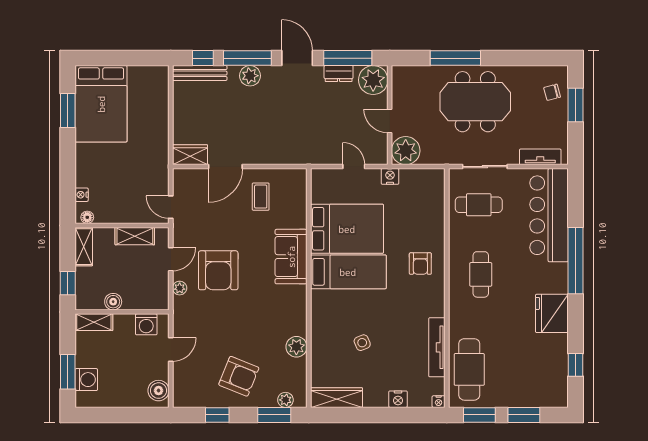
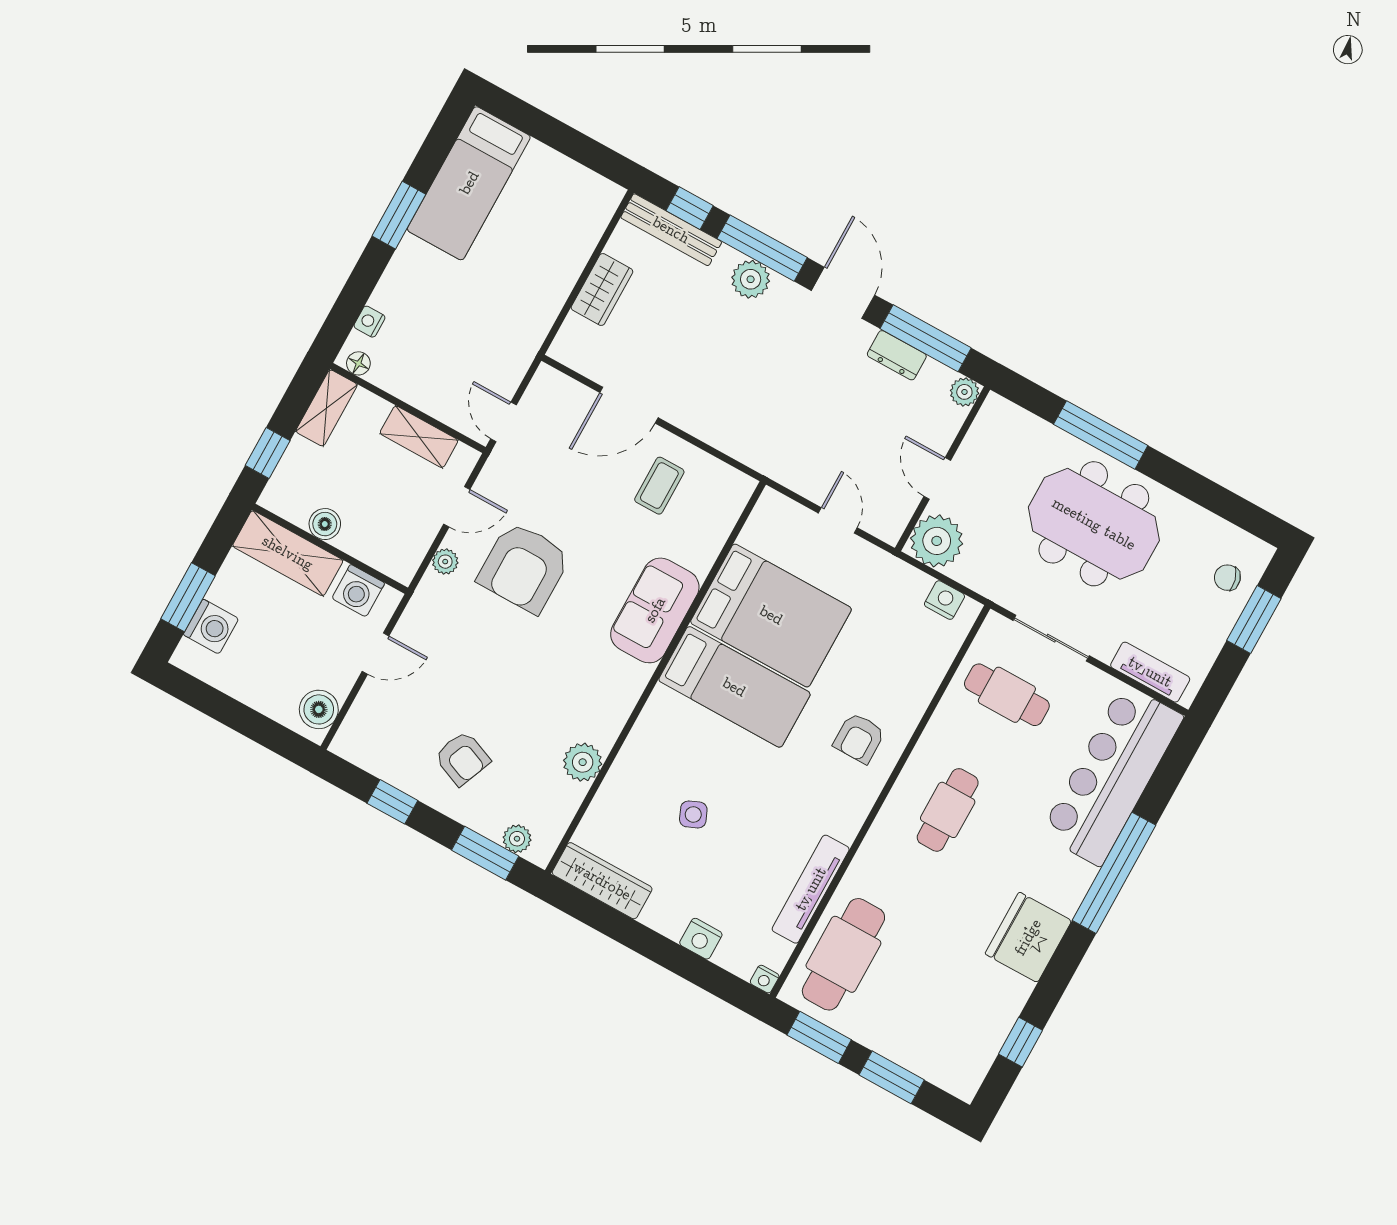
plant: (373, 80) -> (964, 392), width x0.53, depth x0.53
bed: (101, 104) -> (469, 183), width x0.67
window: (68, 111) -> (399, 215), moved
wardrobe: (190, 155) -> (602, 290), moved, turned 90
nightstand: (390, 176) -> (944, 600), moved
shelving: (94, 322) -> (288, 553), width x1.50, depth x1.33
armchair: (239, 376) -> (462, 758), width x0.72, depth x0.72

